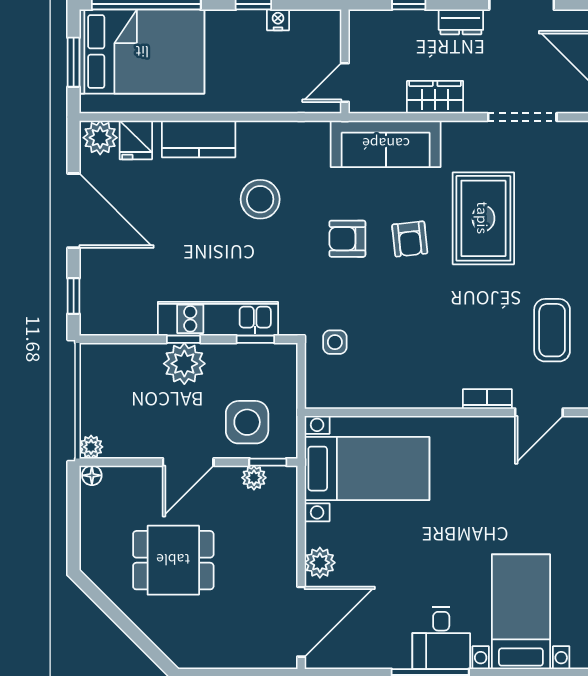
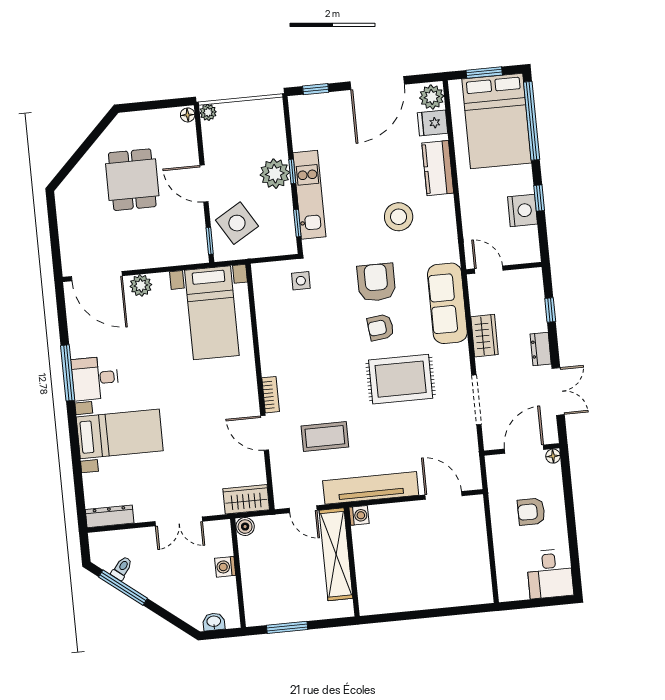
nightstand: (278, 20) -> (523, 210), width x1.89, depth x1.79
armchair: (347, 239) -> (376, 282), width x1.38, depth x1.38
side table: (247, 422) -> (237, 223), turned -31
plant: (254, 478) -> (197, 232), removed

